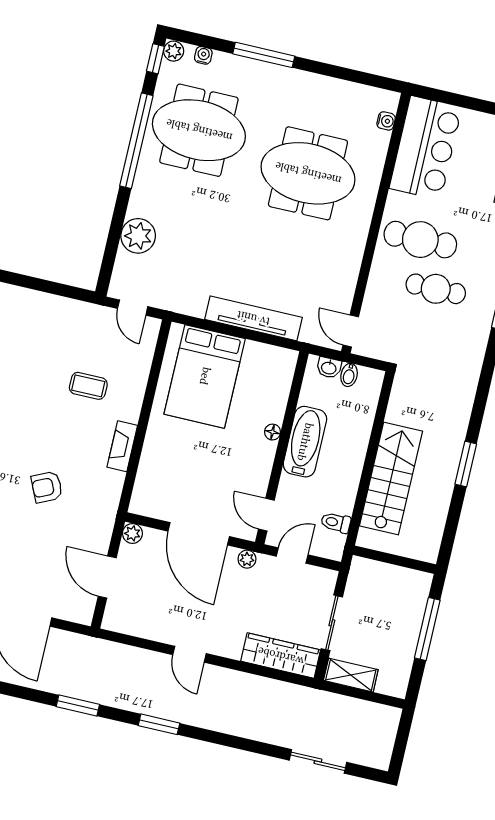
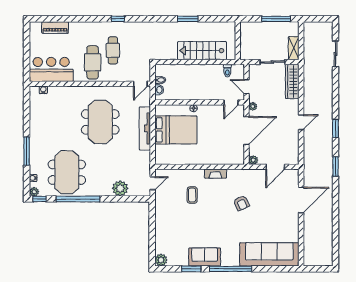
meeting table: (308, 173) -> (100, 122), moved
bed: (205, 376) -> (176, 130), moved
bathtub: (305, 442) -> (195, 93), removed
window: (427, 629) -> (276, 19), moved

